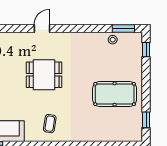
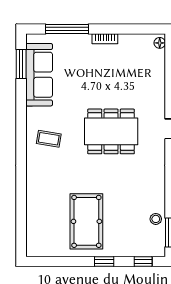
dining table: (44, 75) -> (111, 131), width x1.38
window: (146, 120) -> (104, 261), moved

